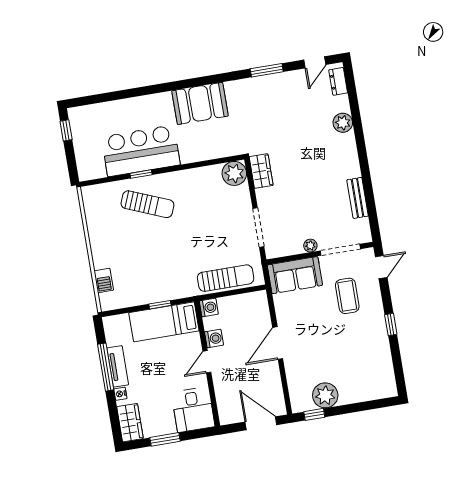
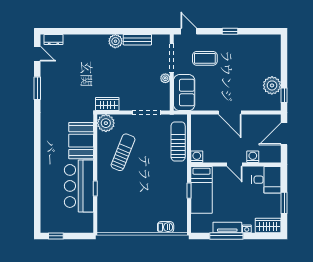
booth: (200, 103) -> (81, 141), moved
plant: (343, 123) -> (115, 41), moved
sun lounger: (147, 204) -> (123, 152), moved
washing machine: (214, 338) -> (253, 157), moved

